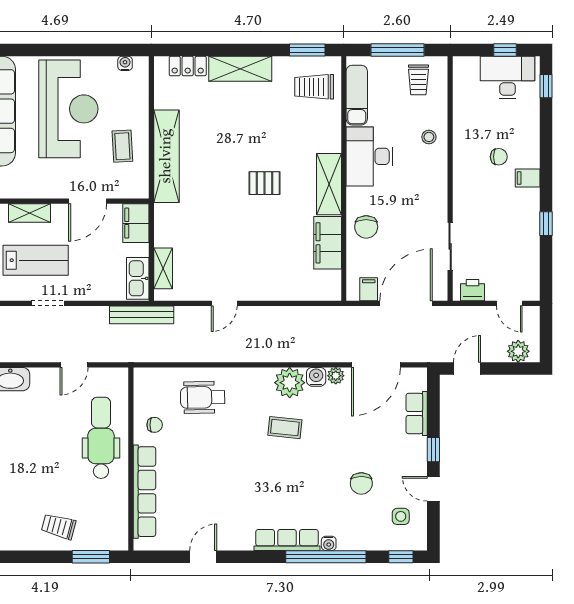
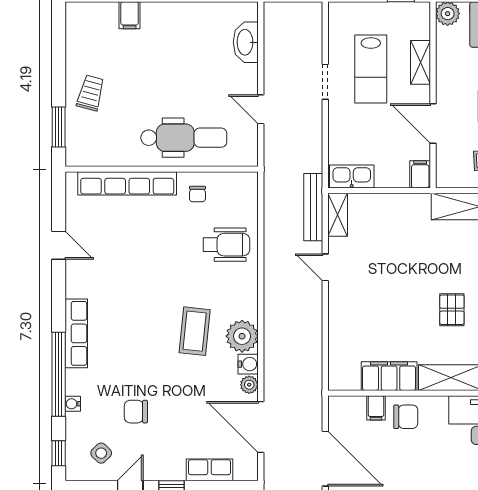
filing cabinet: (136, 223) -> (420, 174), width x0.50
chair: (366, 227) -> (406, 417), turned 180
shelving: (163, 268) -> (338, 215), moved, turned 90
filing cabinet: (369, 289) -> (376, 408), moved, turned 90
bench: (142, 315) -> (313, 207), moved
wheelchair: (203, 397) -> (226, 245), turned 91
coffee table: (285, 428) -> (195, 331), width x1.36, depth x1.30
side table: (401, 516) -> (101, 453), turned 45
water cooler: (329, 543) -> (73, 404), moved

